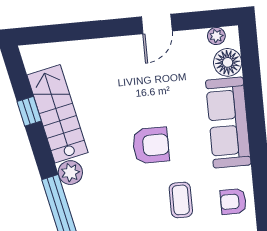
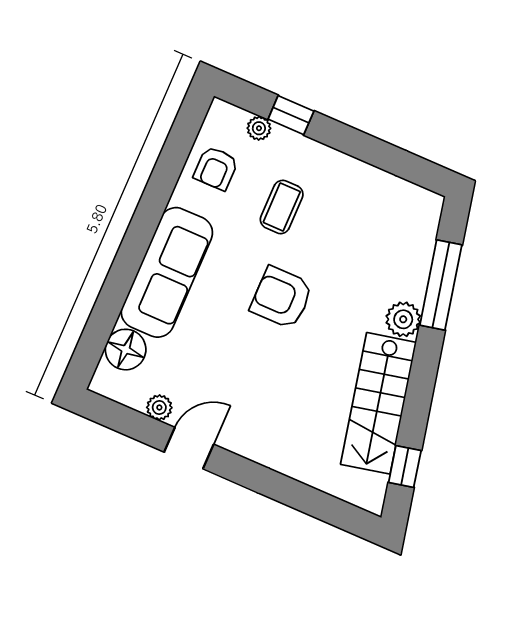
plant: (216, 36) -> (159, 407), moved
window: (29, 111) -> (405, 466), moved
armchair: (233, 201) -> (216, 168), turned 90

